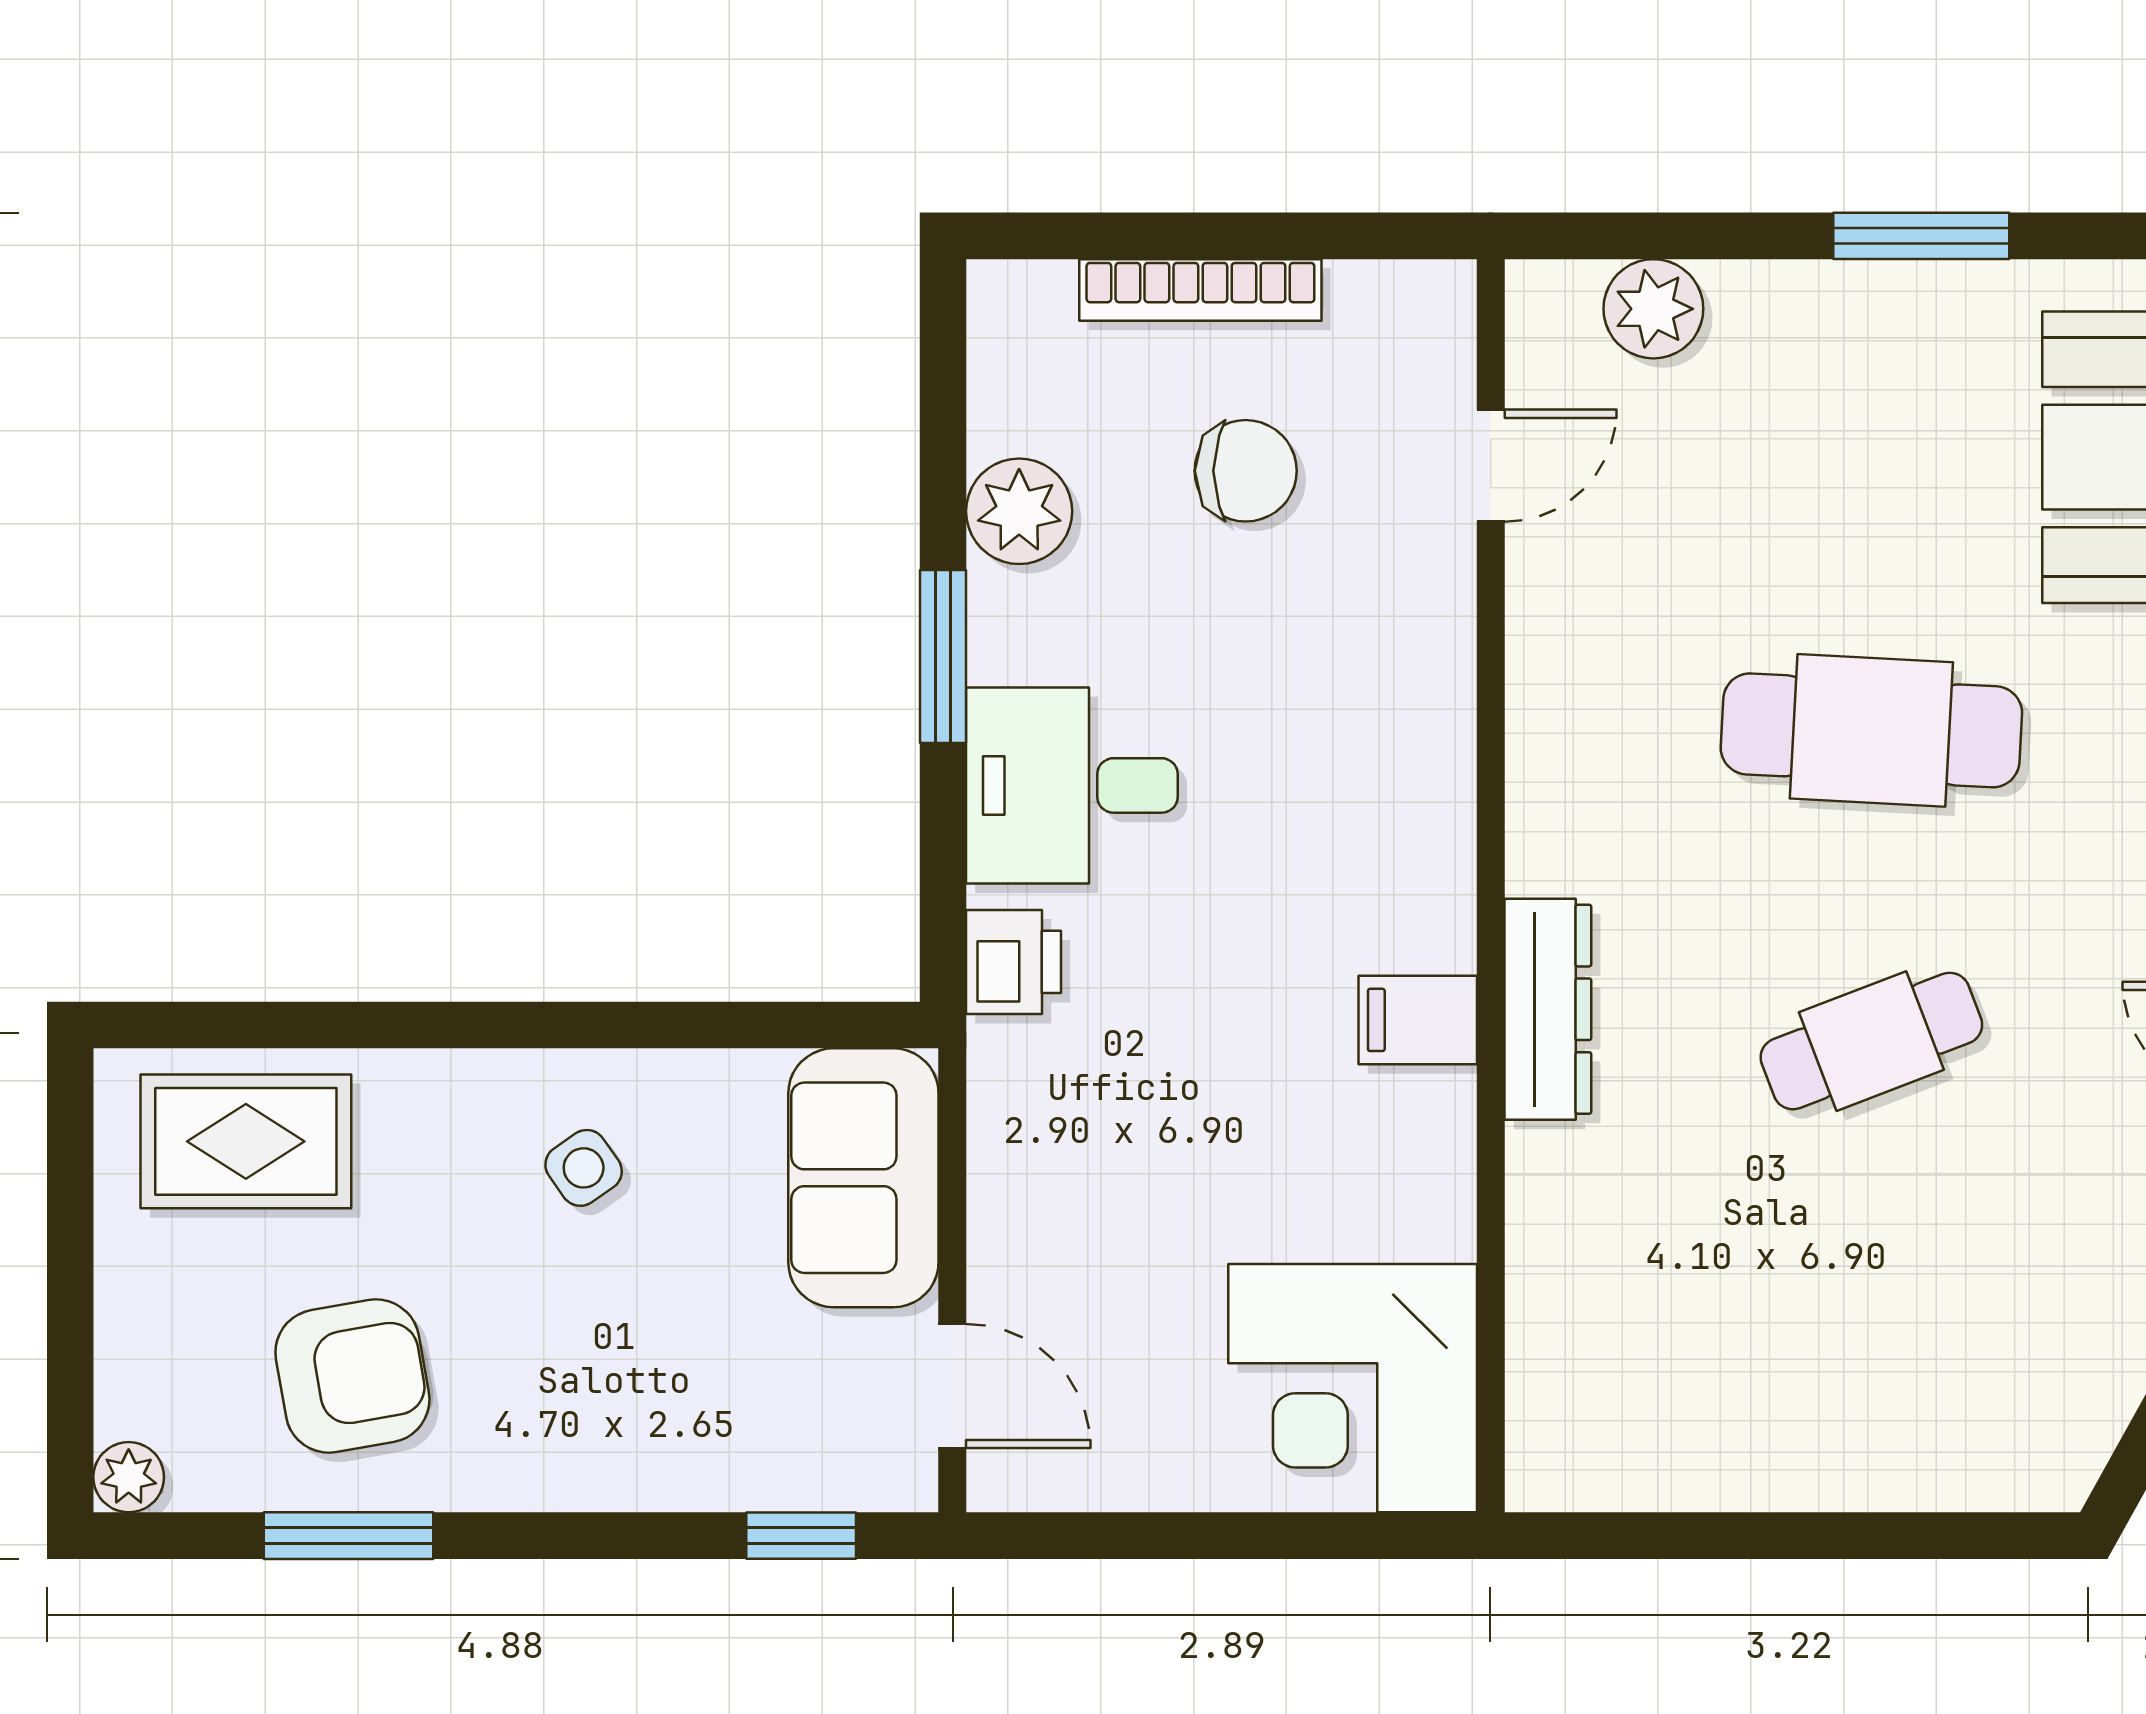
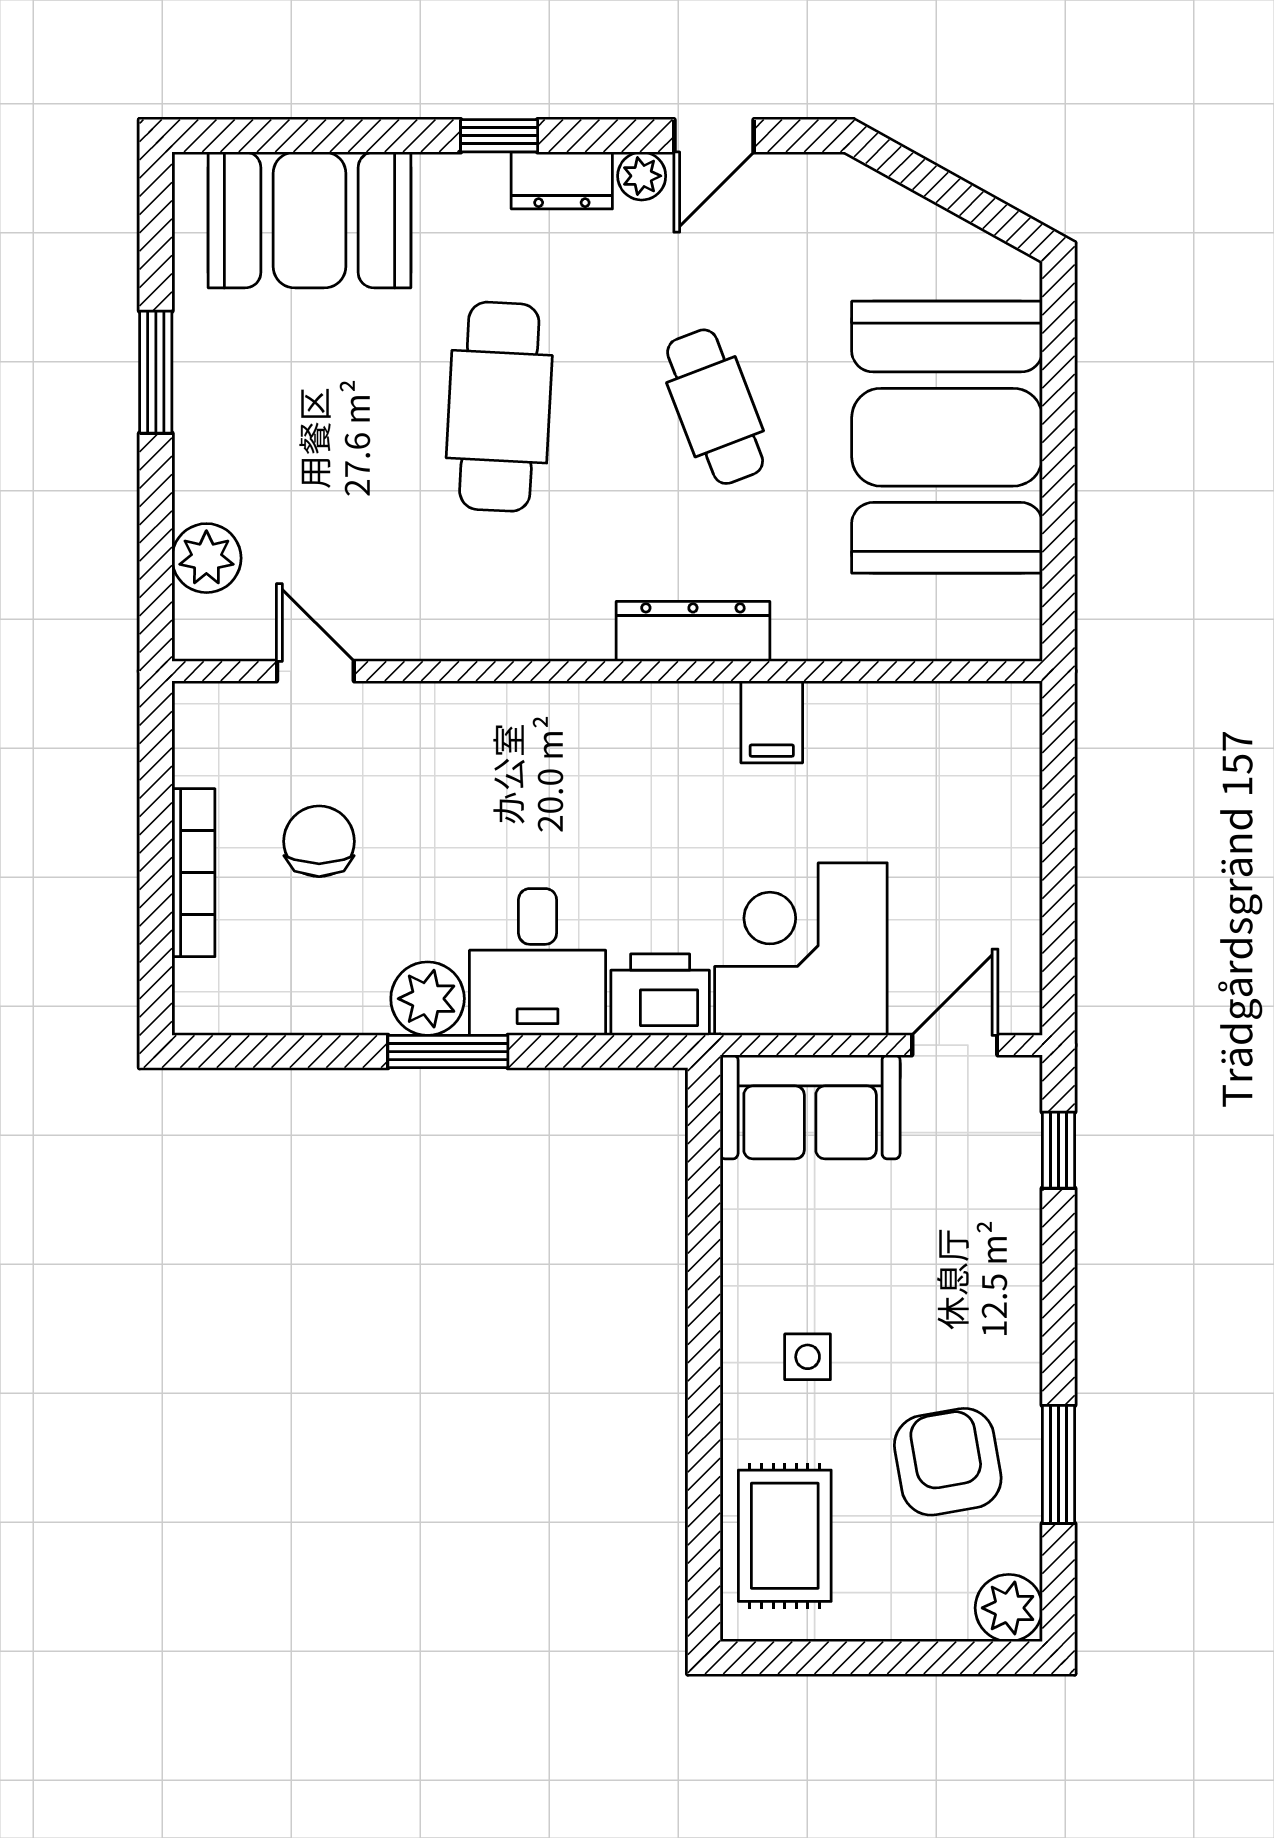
plant: (1019, 511) -> (428, 999), moved
printer: (1014, 962) -> (660, 995), width x1.36, depth x1.24
filing cabinet: (1418, 1020) -> (772, 722), moved
side table: (584, 1168) -> (808, 1357), moved, turned 35
booth: (1827, 1375) -> (947, 437), added
corner desk: (1353, 1388) -> (801, 949), moved, turned 180
plant: (129, 1477) -> (1009, 1608), width x1.38, depth x1.38

